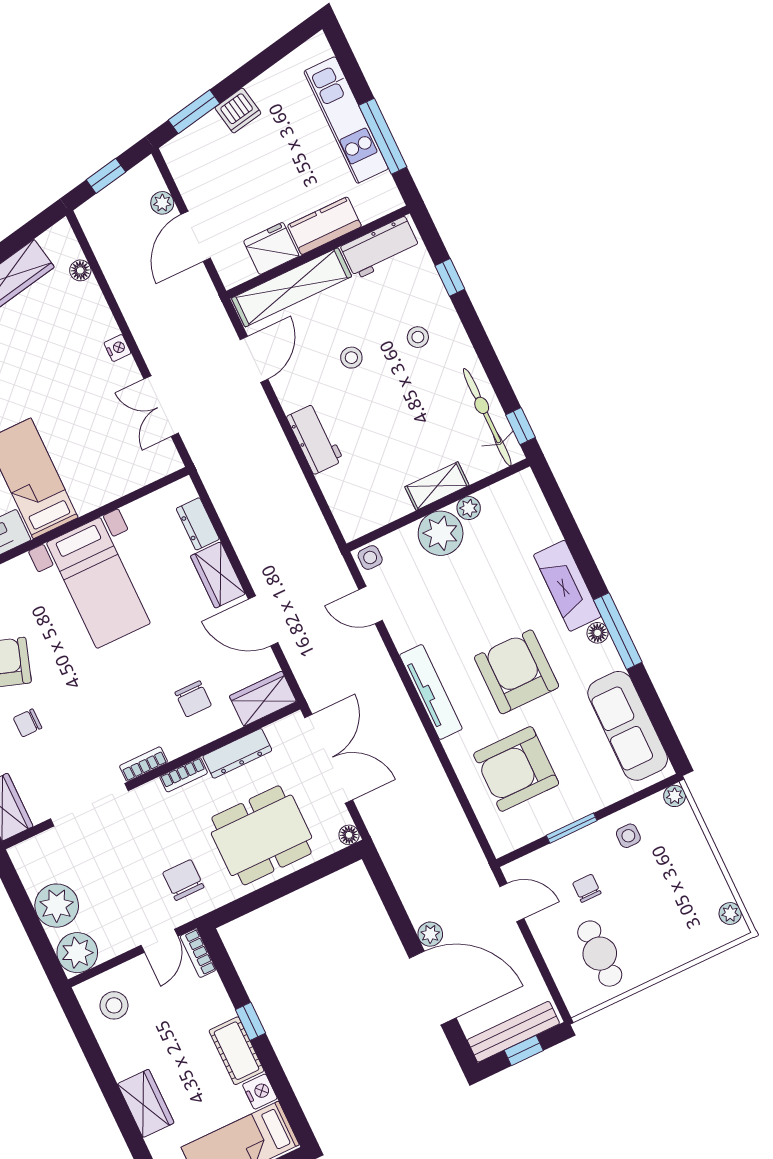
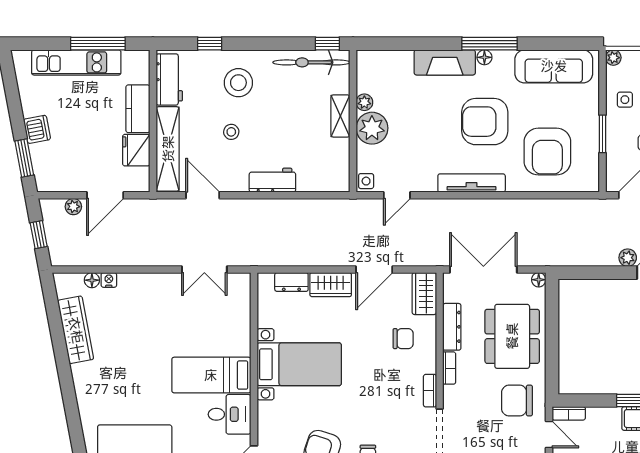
door: (196, 236) -> (105, 195), hinge flipped
stool: (418, 337) -> (238, 83), width x1.89, depth x1.89
nightstand: (117, 348) -> (109, 280), moved
chair: (183, 880) -> (517, 401), width x1.37, depth x1.37

